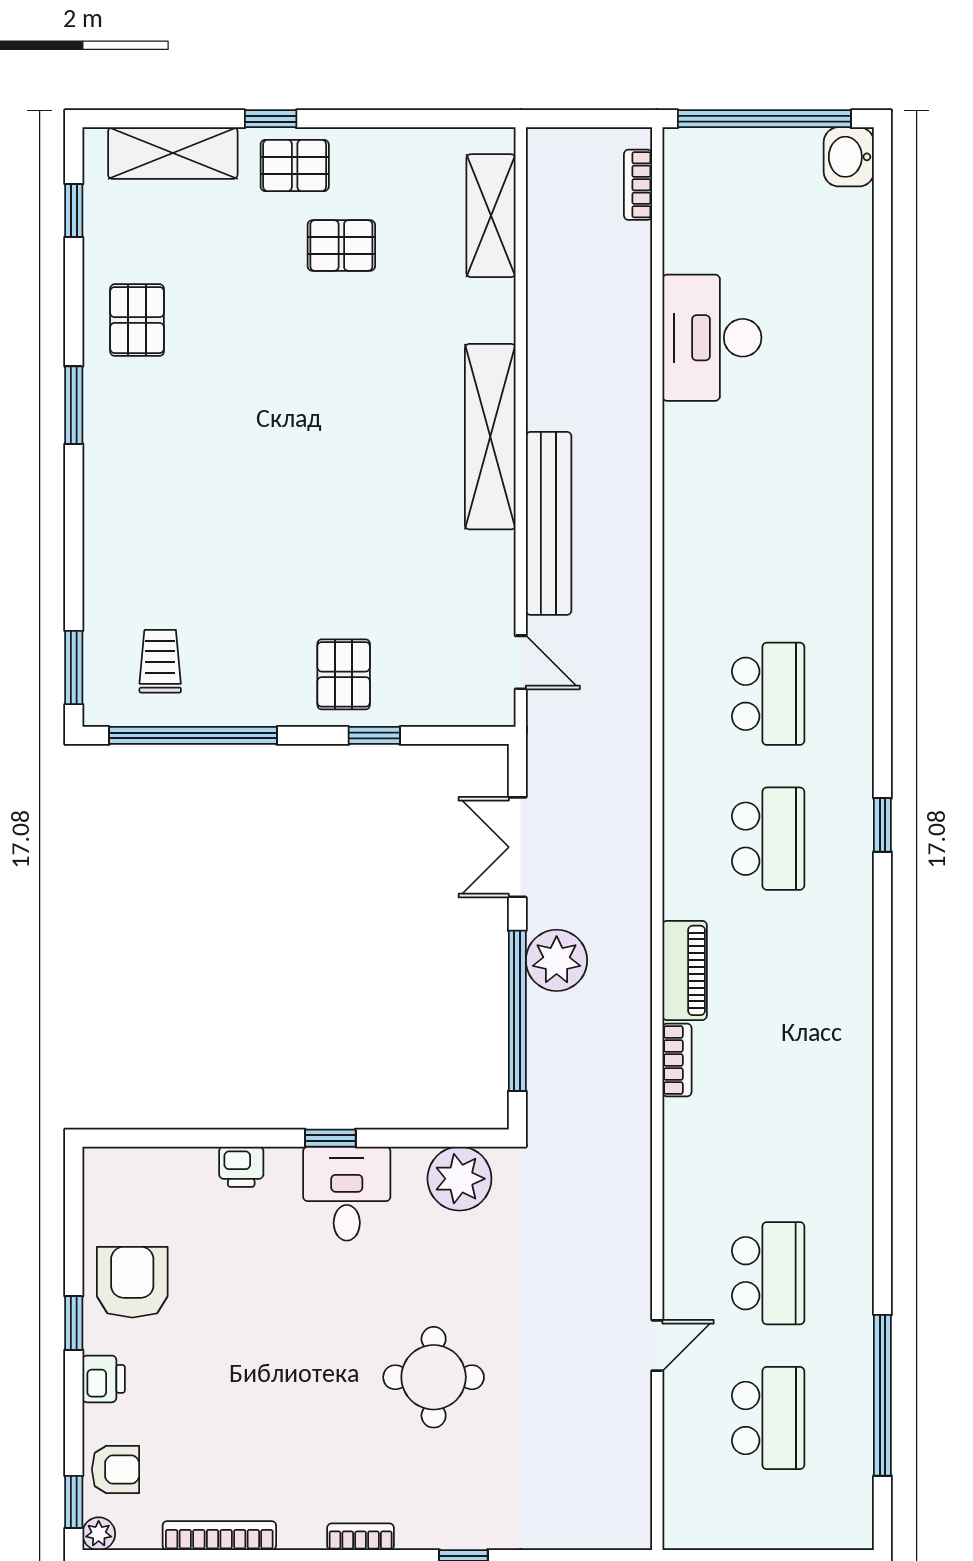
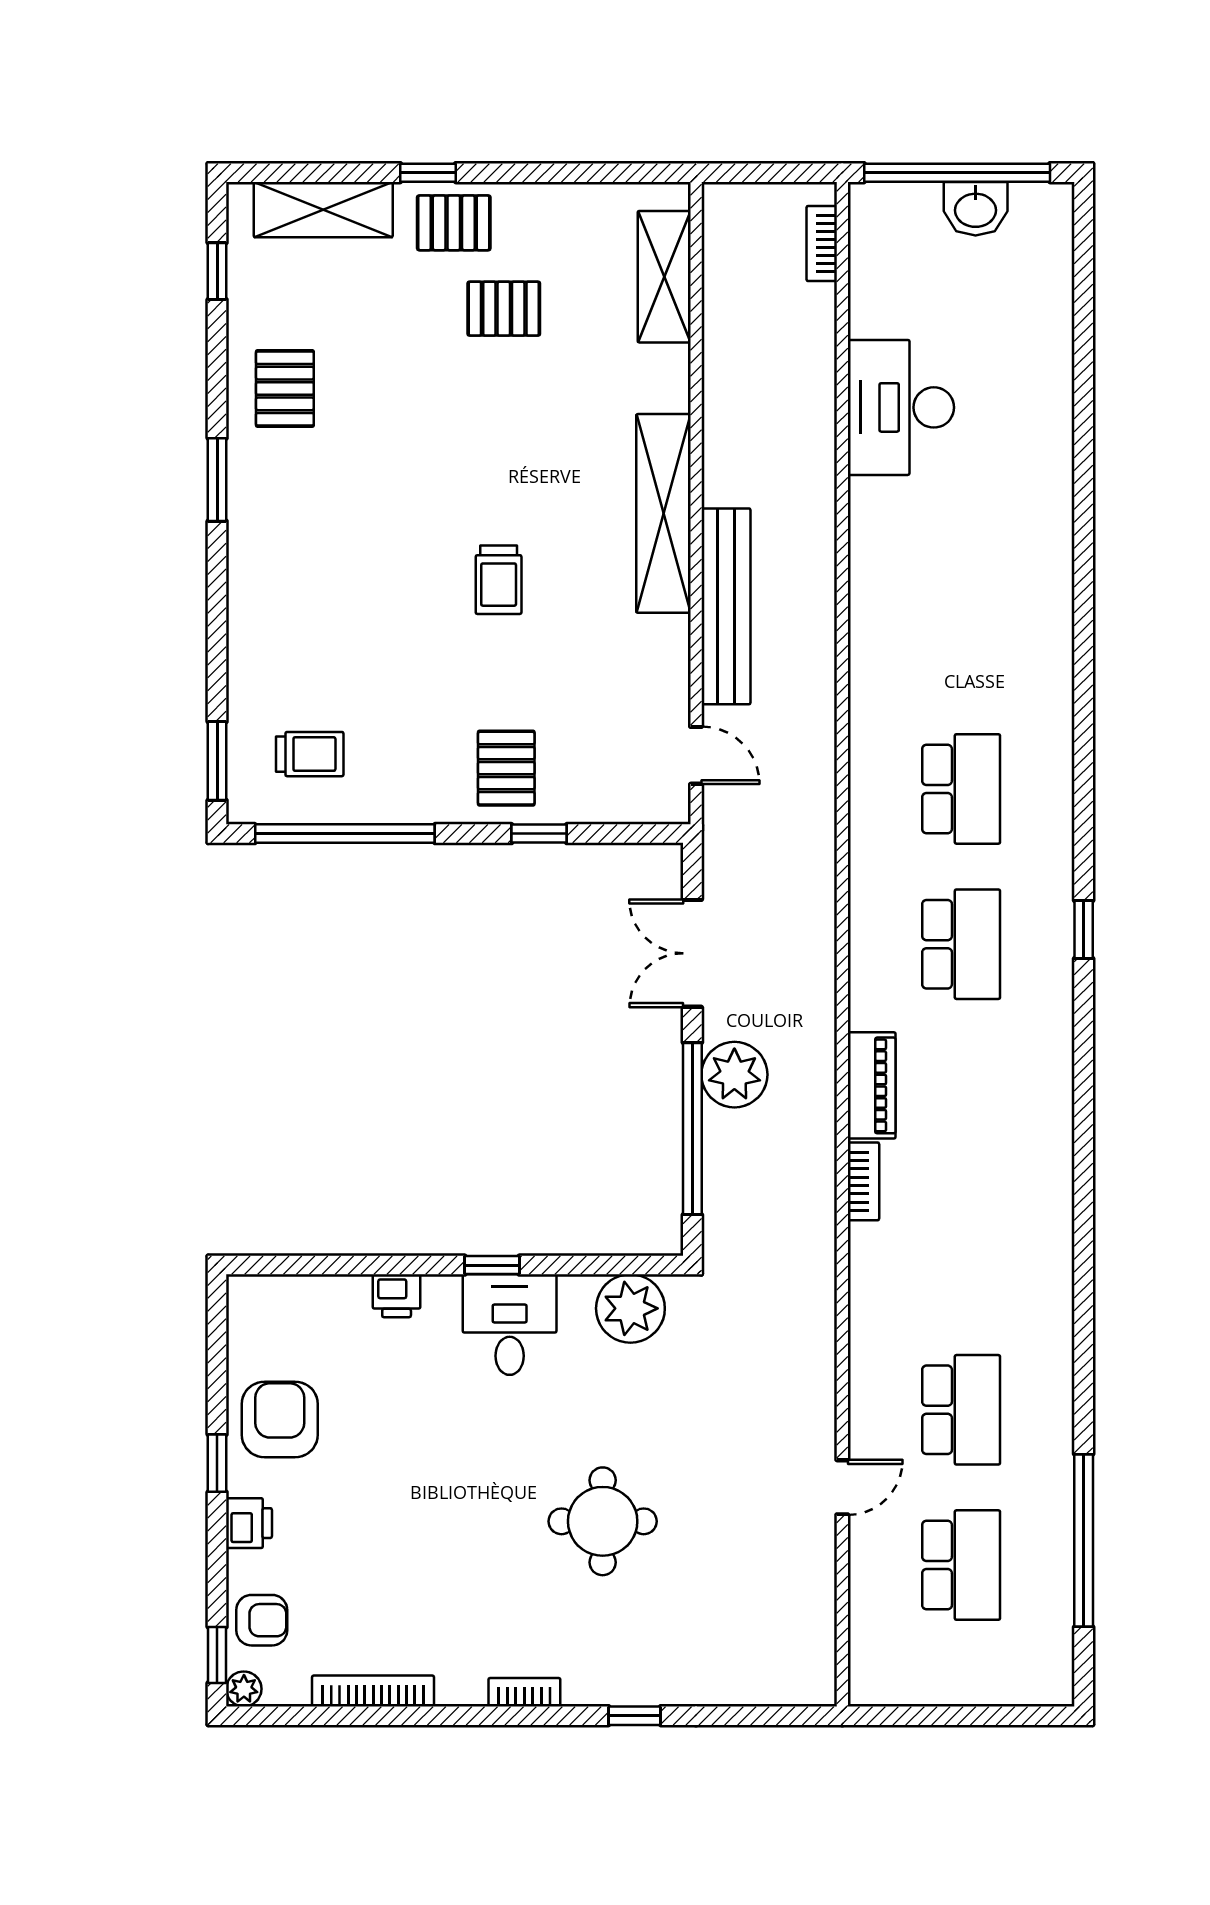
washbasin: (849, 157) -> (976, 209), moved, turned -90
trolley: (336, 499) -> (499, 580), added
trolley: (160, 661) -> (310, 754), turned 90

